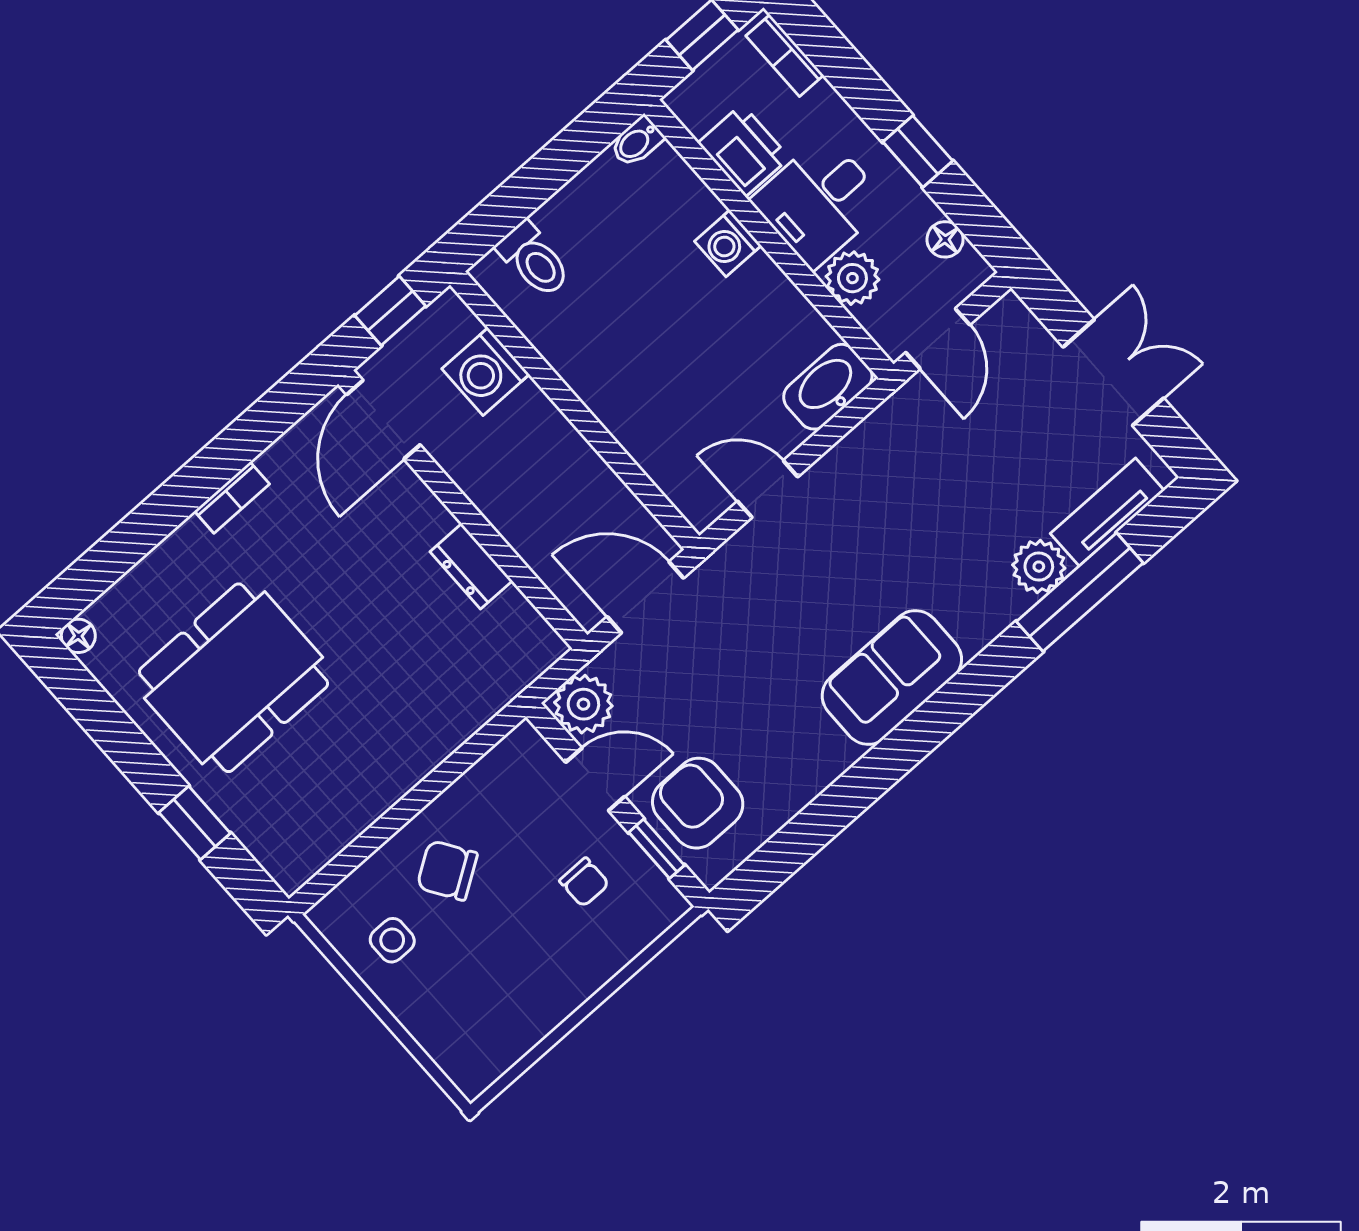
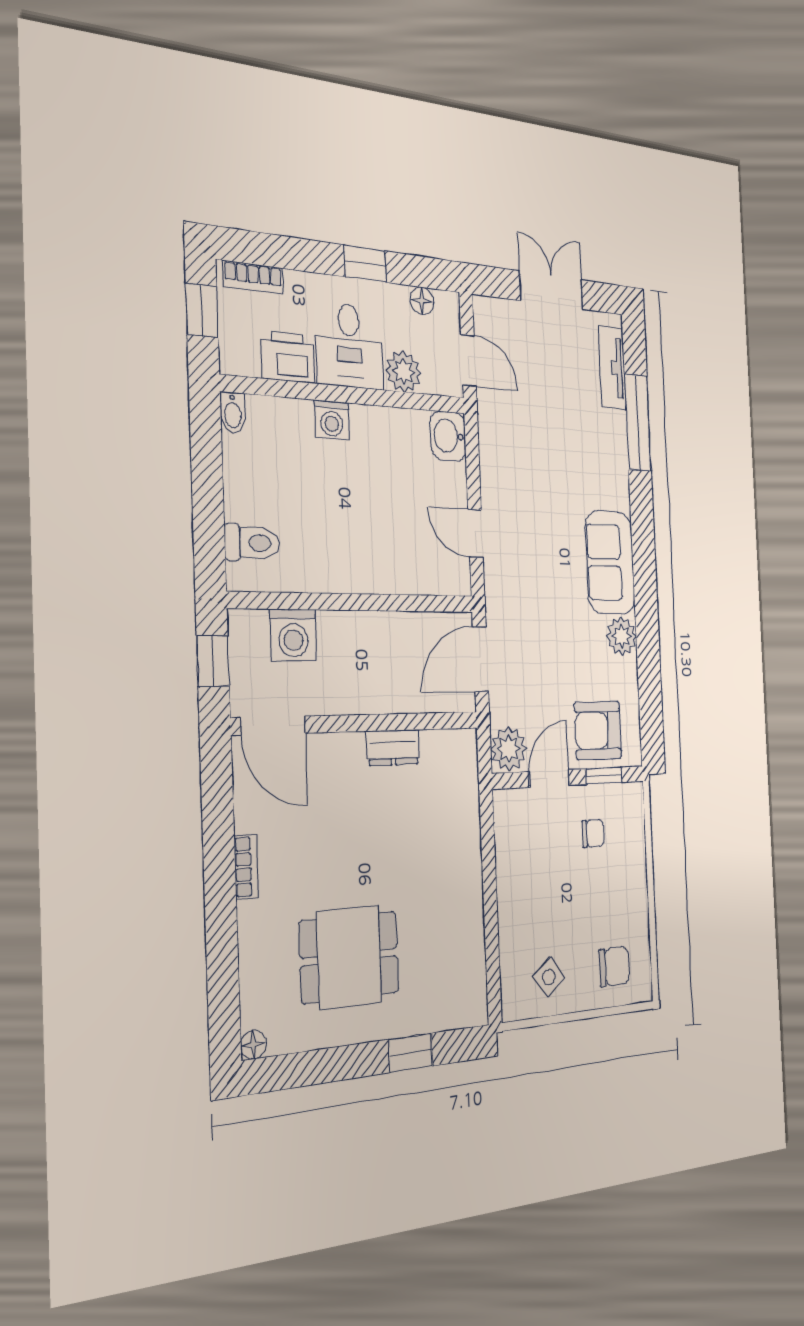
washbasin: (828, 387) -> (448, 436), width x0.72
door: (768, 489) -> (475, 533), hinge flipped
plant: (1039, 567) -> (622, 636), moved
dining table: (234, 678) -> (349, 957), width x0.73
chair: (447, 870) -> (614, 966), moved, turned -147
side table: (392, 940) -> (549, 977), turned -37

